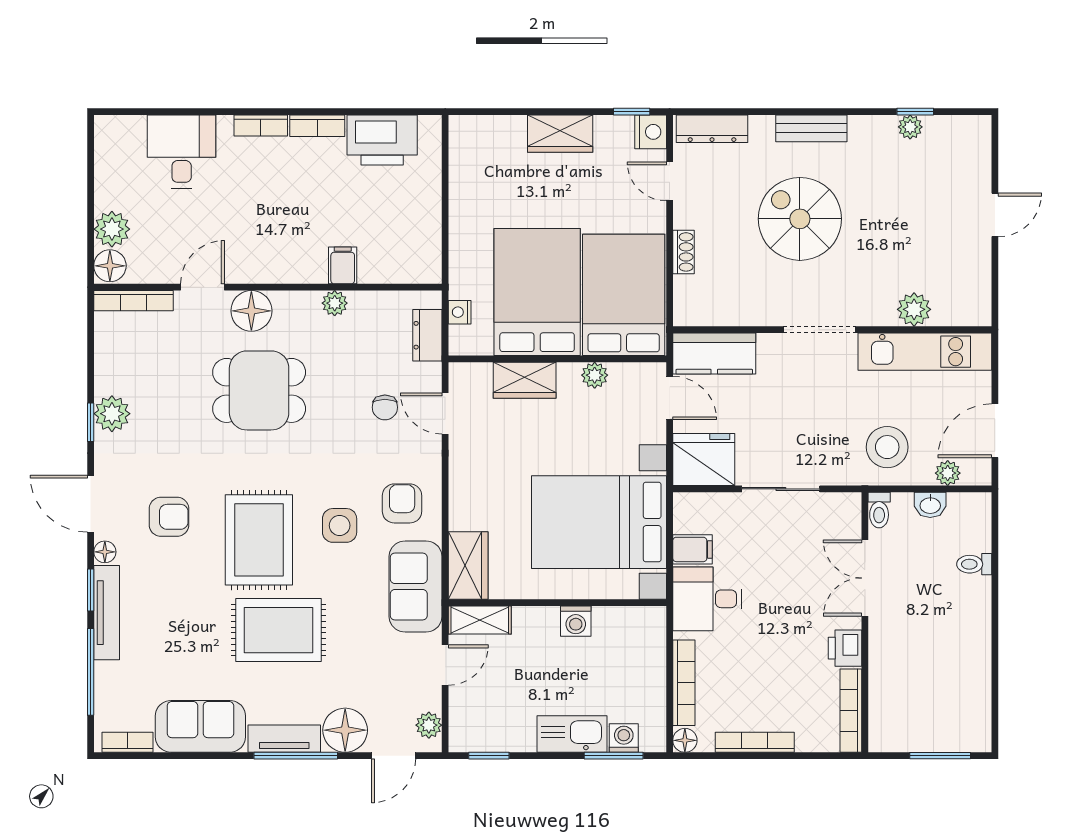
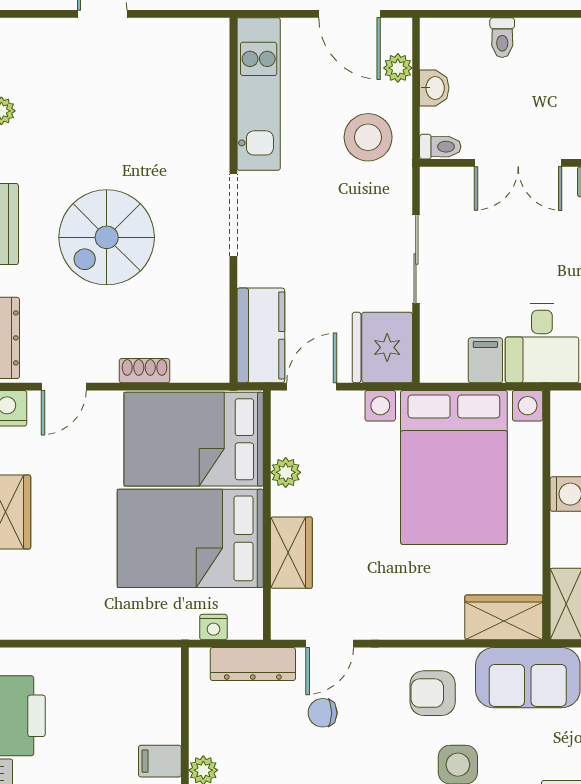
plant: (914, 309) -> (210, 107), removed
dresser: (427, 335) -> (253, 664), width x1.44
chair: (385, 407) -> (323, 713), turned 180

